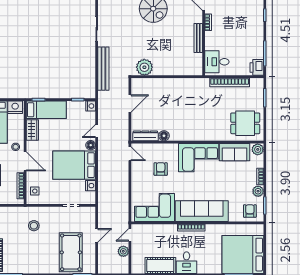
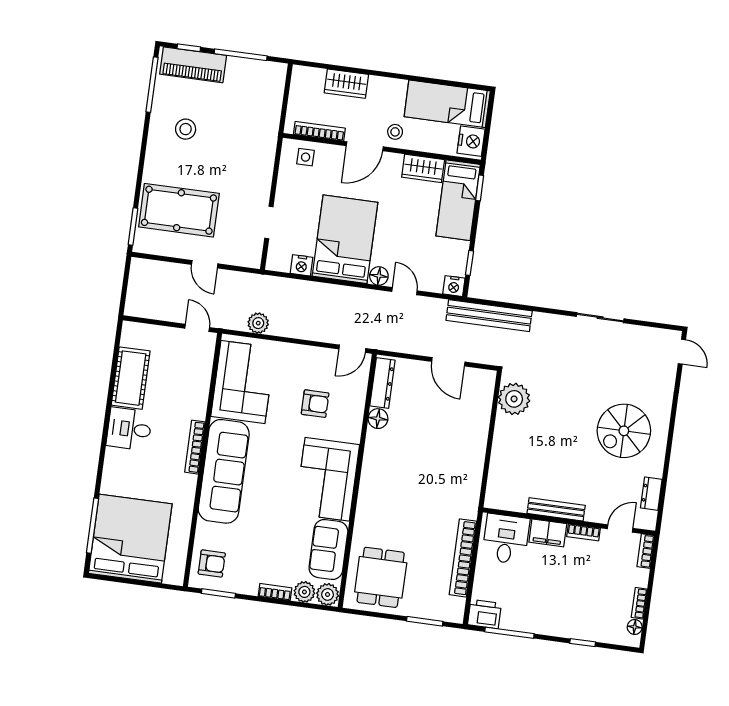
filing cabinet: (211, 41) -> (548, 533), added
bench: (103, 69) -> (489, 316), moved
plant: (258, 191) -> (304, 592), moved
stool: (34, 226) -> (186, 129), moved
plant: (123, 251) -> (258, 323), moved

